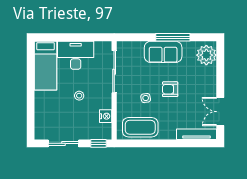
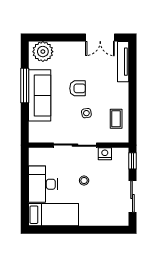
sofa: (163, 52) -> (40, 95), width x1.36
sliding door: (114, 72) -> (75, 145), moved
armchair: (170, 89) -> (78, 88), turned -90
coffee table: (140, 127) -> (116, 119), width x0.54, depth x0.58

